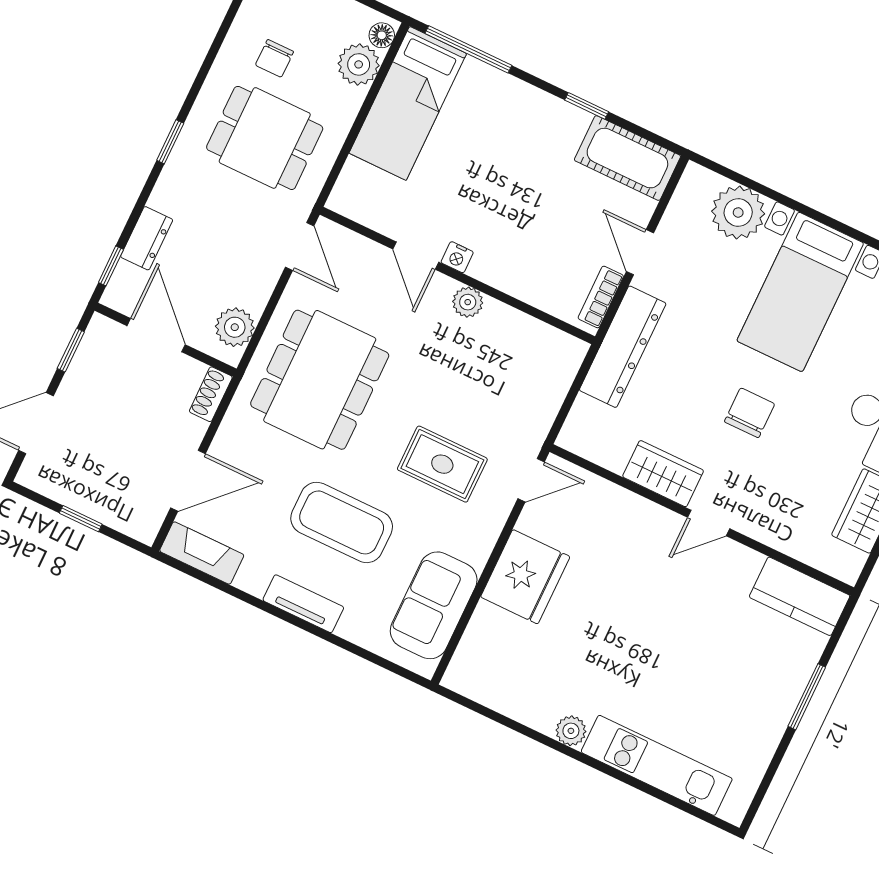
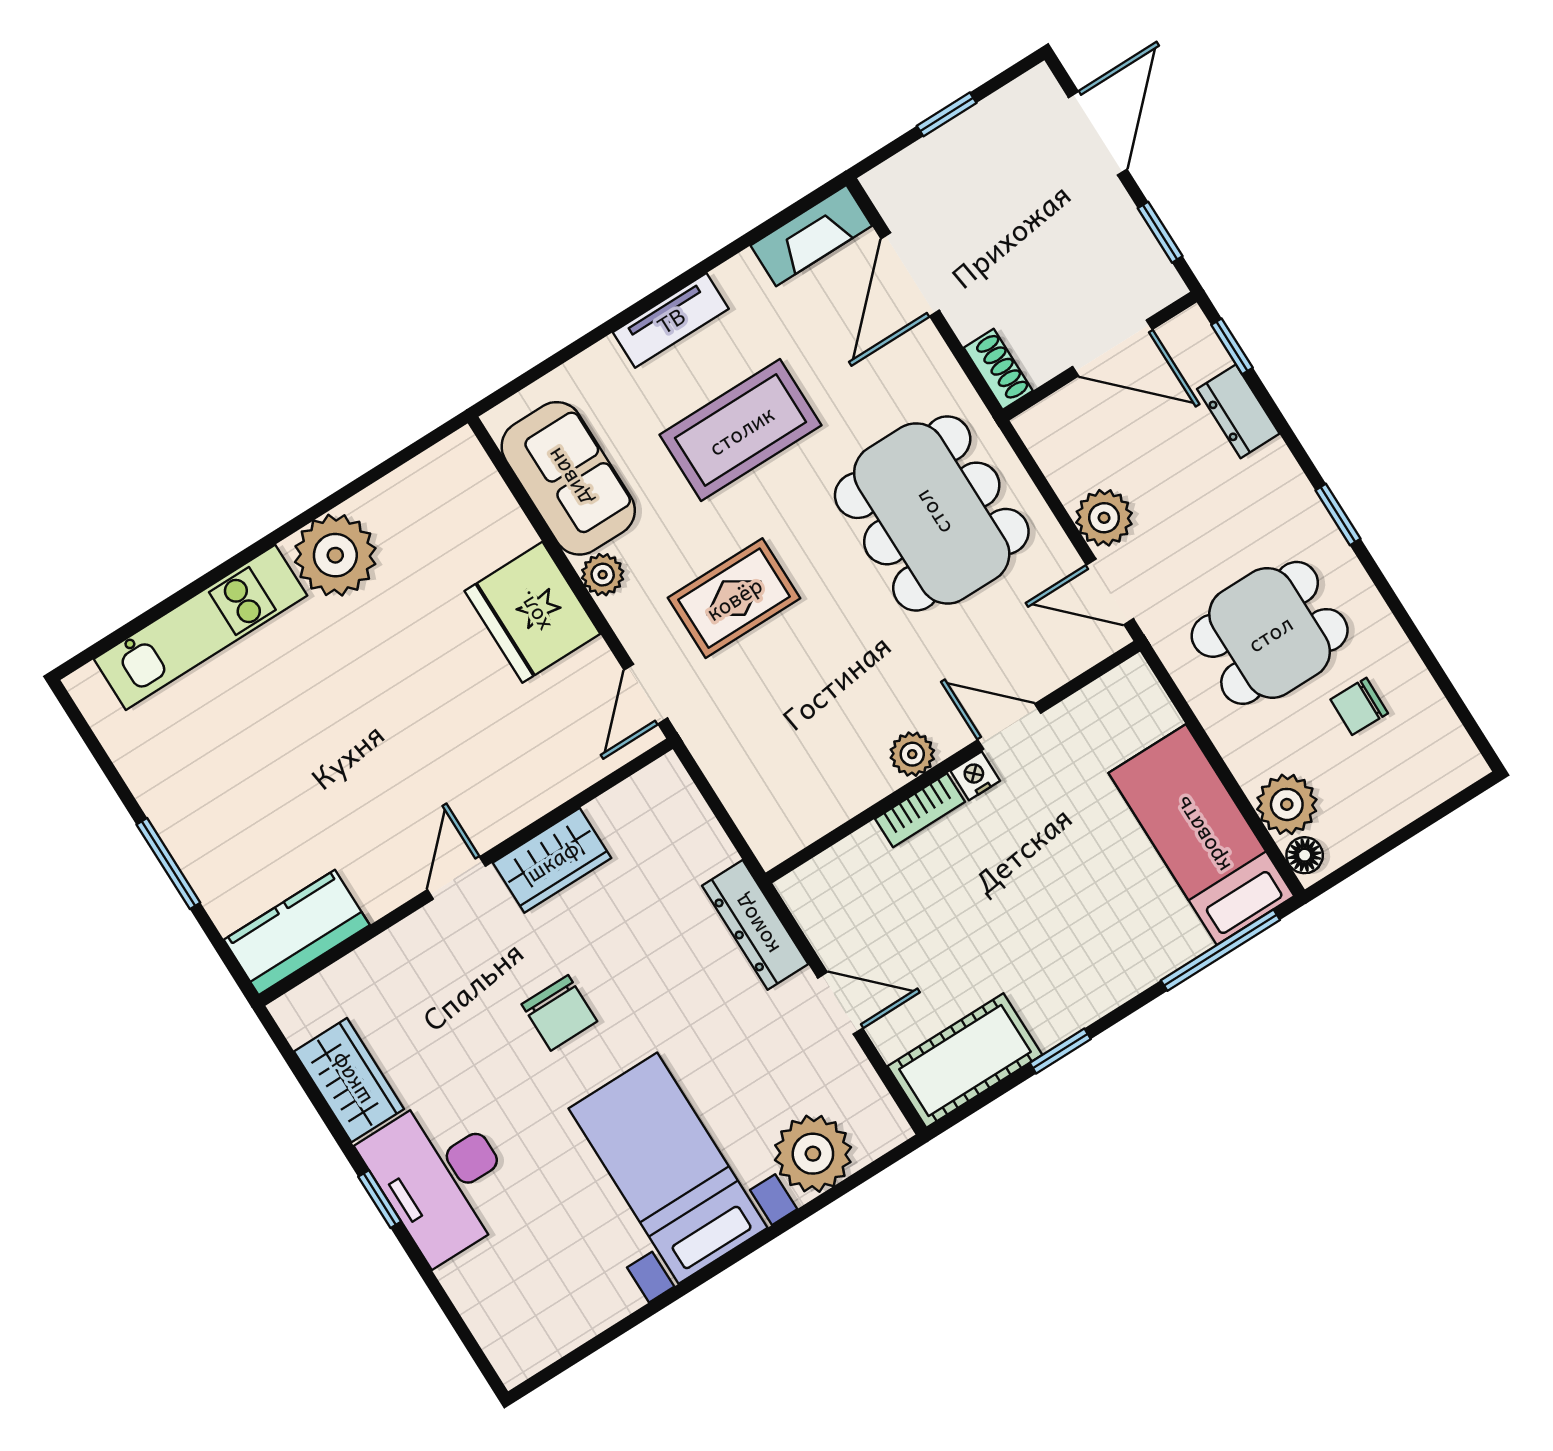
chair: (274, 58) -> (1359, 706), turned -89
bookcase: (601, 297) -> (920, 810), moved, turned 90
plant: (235, 327) -> (1104, 518), moved
dresser: (623, 347) -> (755, 925), width x0.73, depth x0.80
plant: (477, 550) -> (603, 575), added
plant: (571, 731) -> (335, 555), width x1.88, depth x1.88

